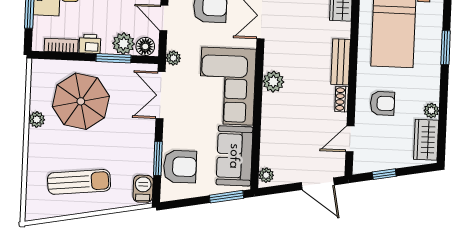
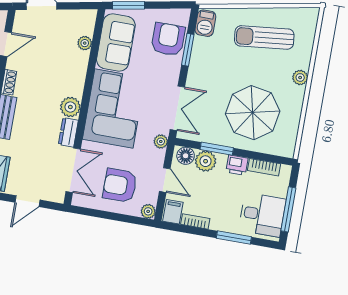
dresser: (272, 55) -> (68, 132), added
plant: (37, 120) -> (300, 77), moved
armchair: (180, 167) -> (168, 39), turned 90
plant: (266, 175) -> (85, 43), moved

